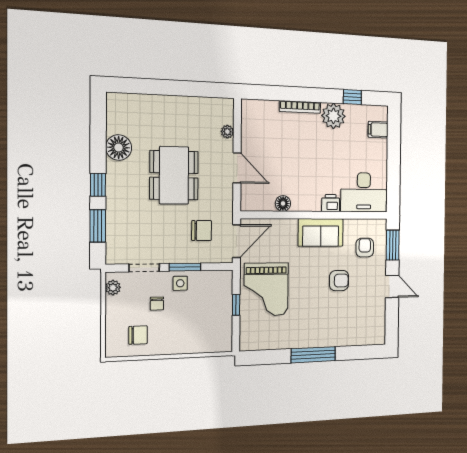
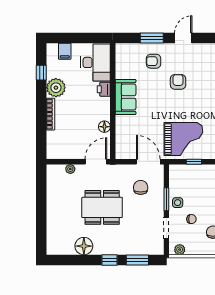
desk: (364, 192) -> (95, 62), moved
floor lamp: (283, 203) -> (104, 127), moved
printer: (331, 203) -> (104, 89), moved
wall: (316, 215) -> (113, 101), moved
sofa: (321, 232) -> (126, 97), moved

